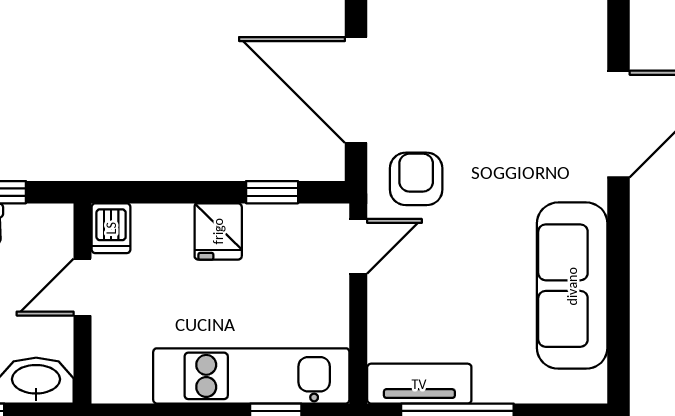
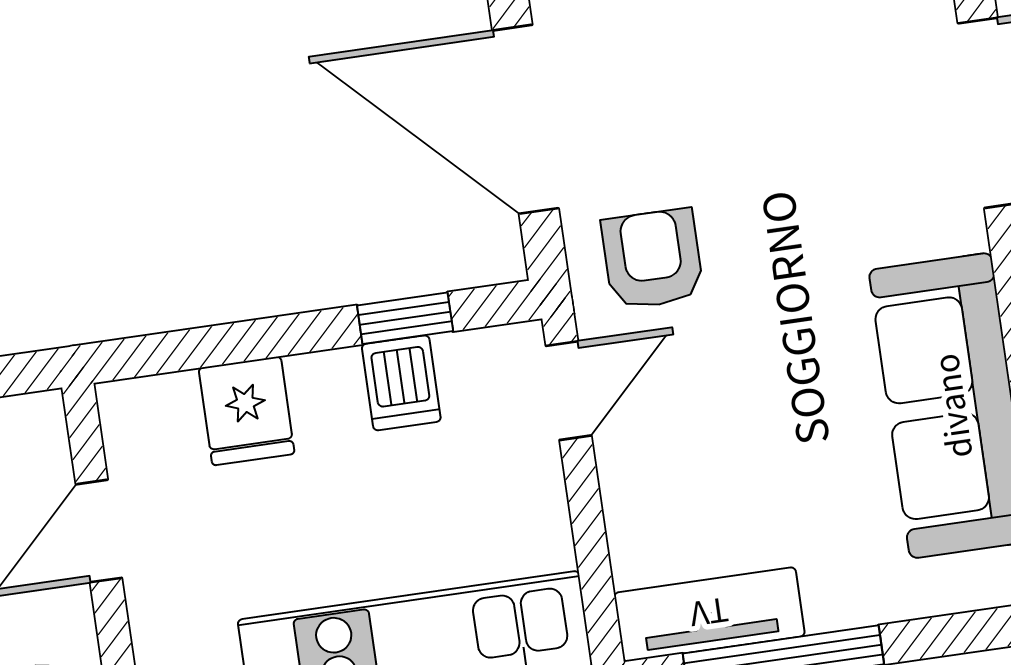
dishwasher: (111, 228) -> (401, 383), moved
fridge: (218, 231) -> (247, 411), moved

